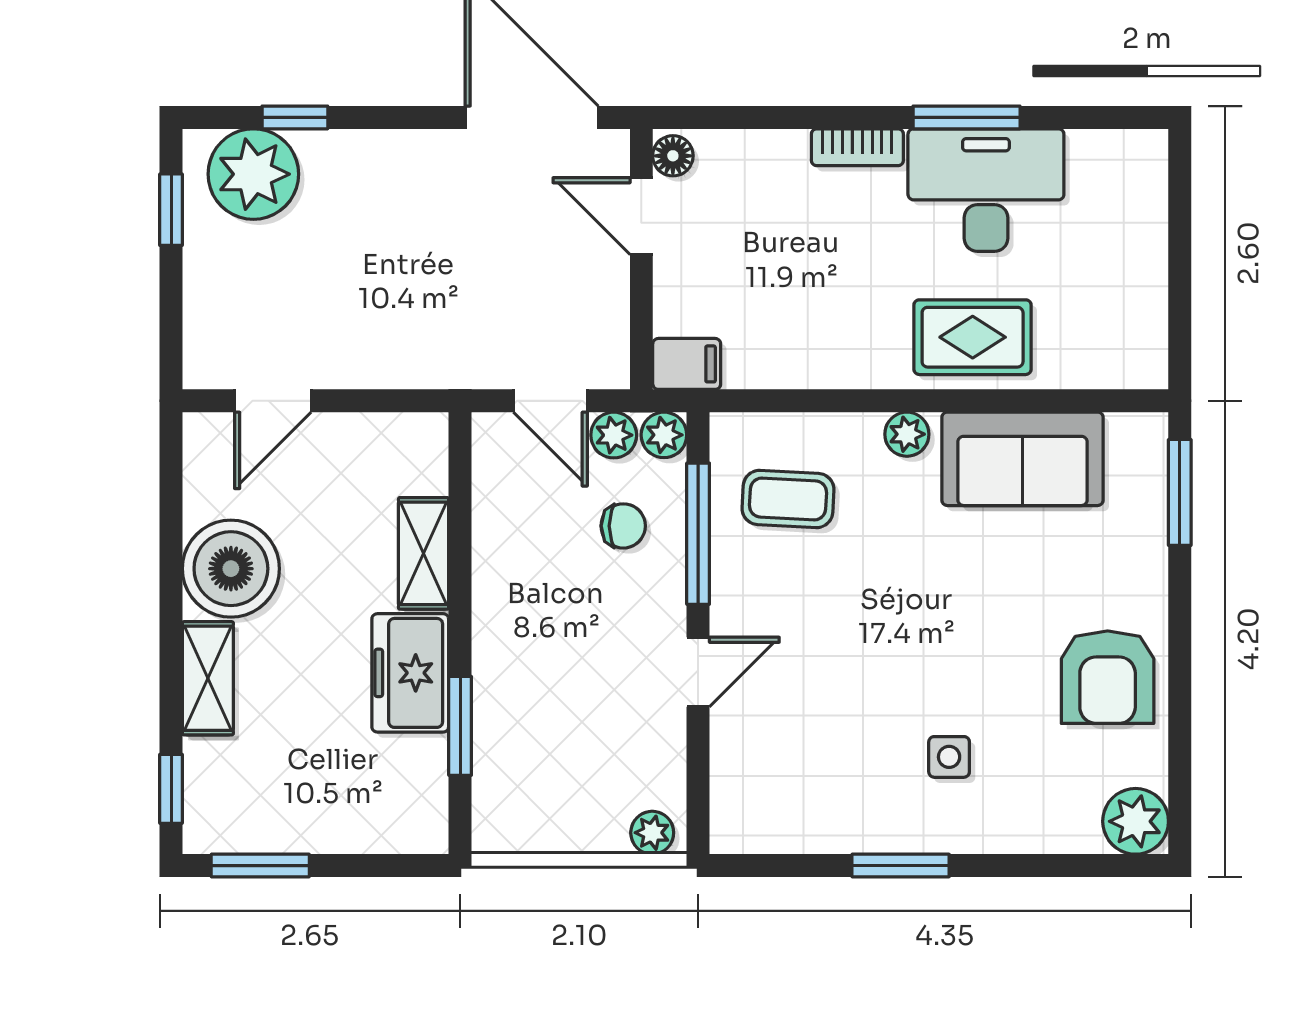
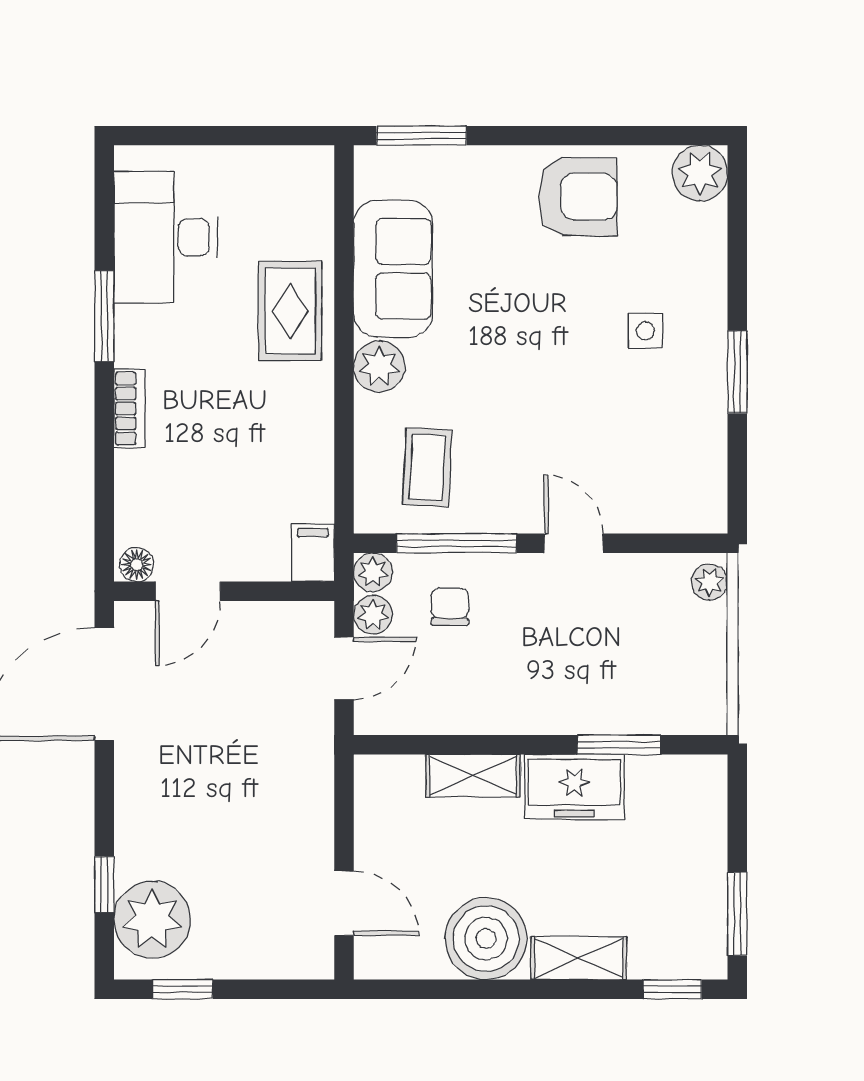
desk: (986, 190) -> (166, 237), moved
plant: (907, 434) -> (379, 367), width x1.38, depth x1.38

